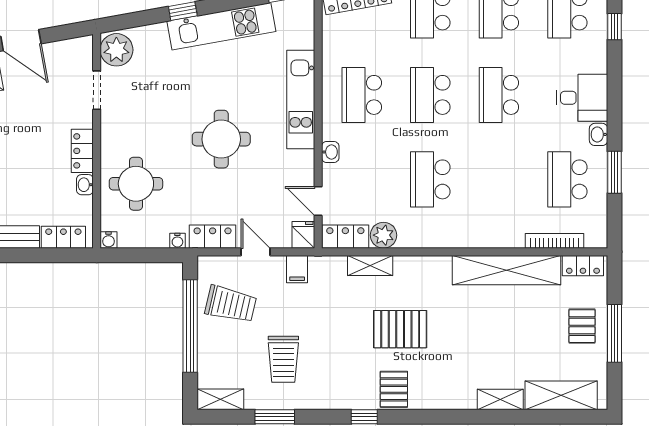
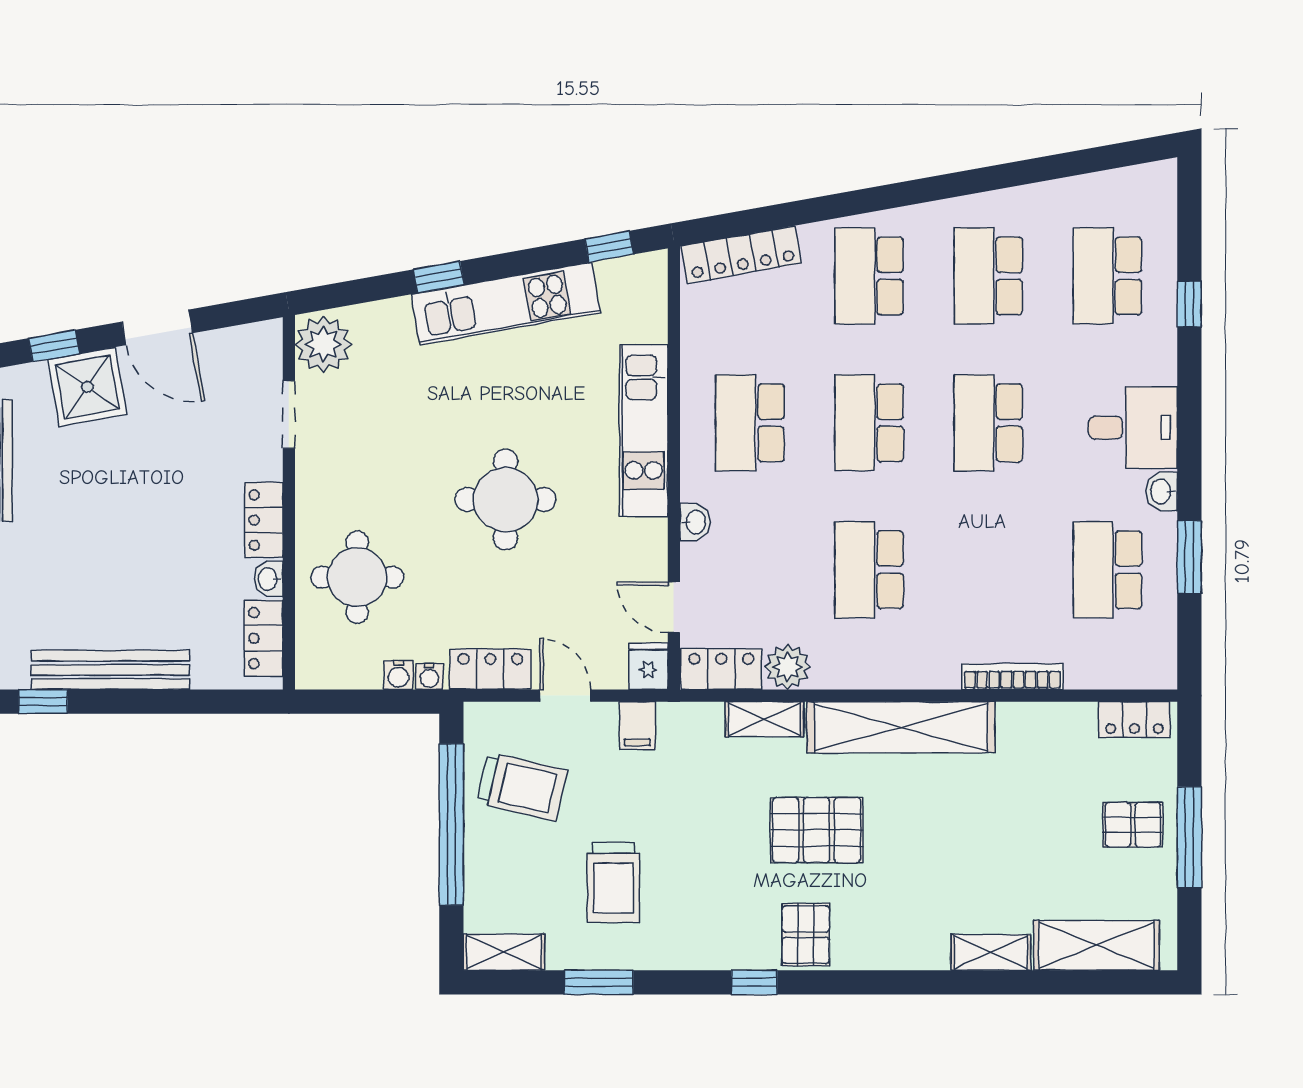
locker: (63, 237) -> (264, 638), moved, turned -90
water cooler: (108, 240) -> (398, 675), moved
bookcase: (554, 241) -> (1012, 677), moved
shelving: (506, 270) -> (901, 727), moved
pallet: (582, 326) -> (1133, 825), turned 90

